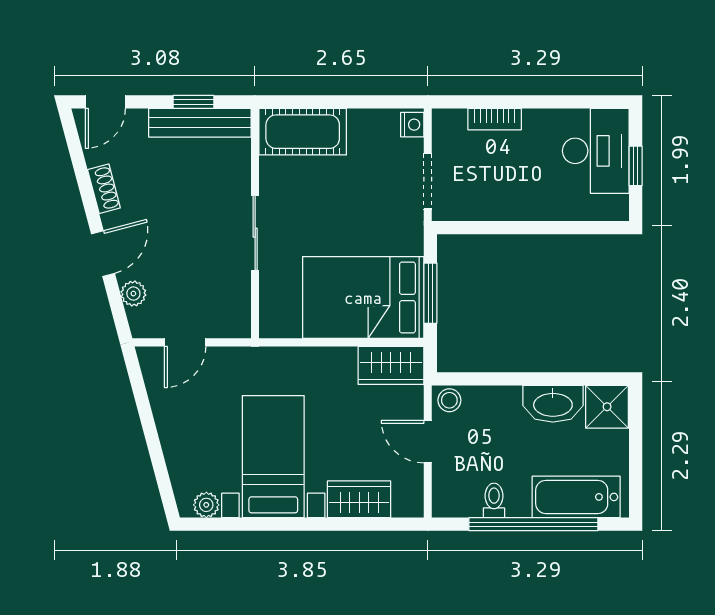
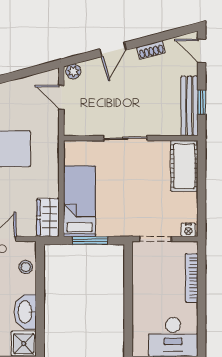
bookcase: (495, 119) -> (192, 278), width x1.56
door: (103, 254) -> (113, 49), hinge flipped
plant: (133, 294) -> (73, 72), moved
bed: (363, 298) -> (80, 201), width x0.67
stool: (449, 400) -> (26, 267), moved

